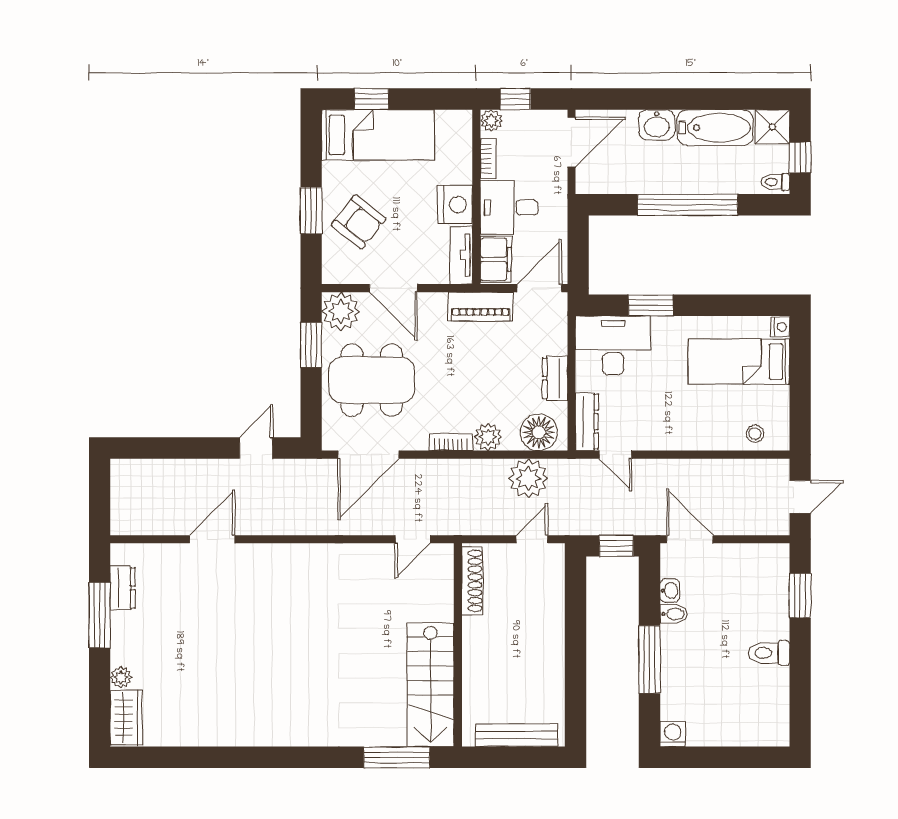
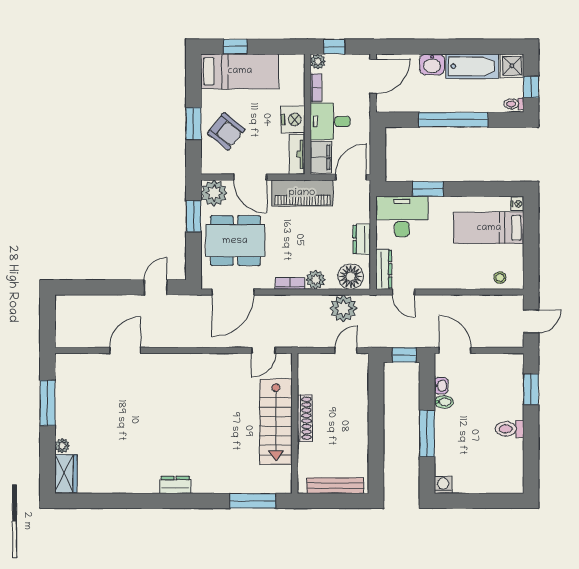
piano: (481, 306) -> (302, 193), width x1.37, depth x1.33
shoe rack: (472, 581) -> (305, 418), moved
dresser: (123, 588) -> (175, 485), moved, turned -90
stairs: (430, 685) -> (276, 422), moved

